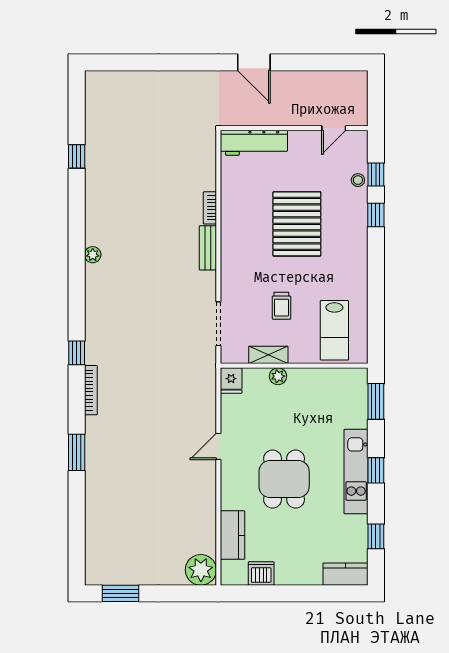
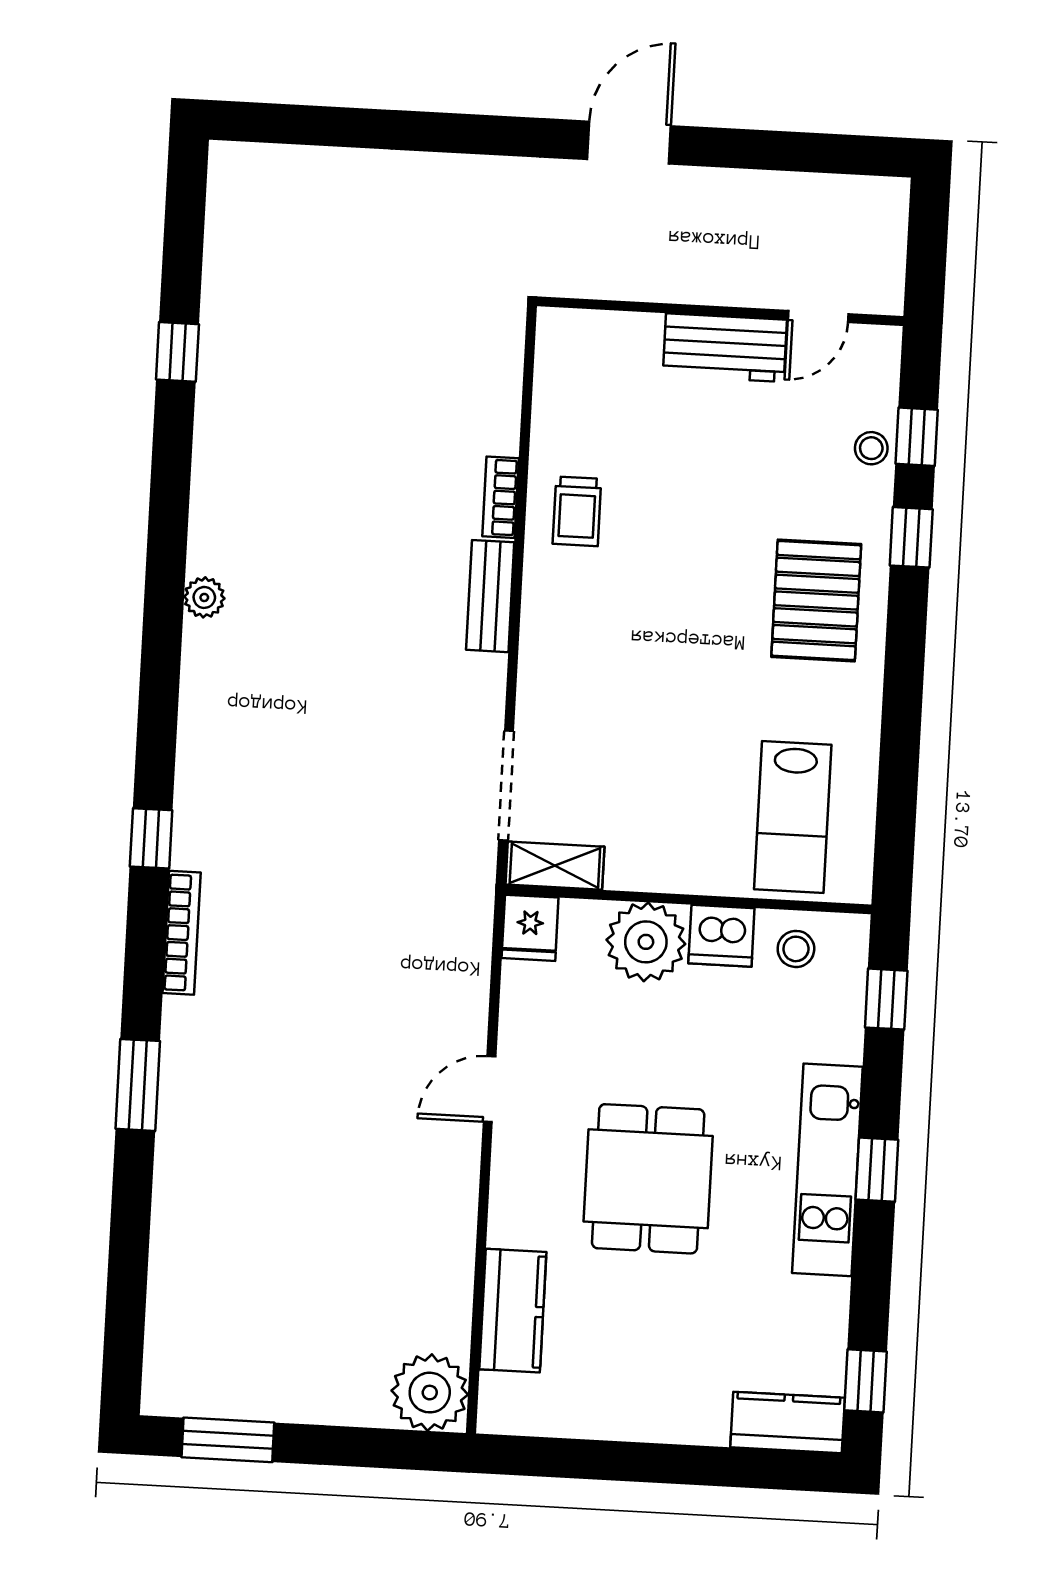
door: (254, 62) -> (629, 143), swing flipped
workbench: (254, 143) -> (725, 348), moved, width x0.73
pallet: (297, 224) -> (816, 601), moved, width x0.73, depth x0.71
trolley: (281, 306) -> (577, 511), moved
shelving: (268, 355) -> (555, 866), moved
plant: (278, 376) -> (646, 942), width x1.87, depth x1.87
stool: (339, 383) -> (796, 949), added
window: (376, 401) -> (886, 999), width x0.67
window: (376, 536) -> (865, 1381), moved
dishwasher: (261, 573) -> (721, 936), moved, turned 180

